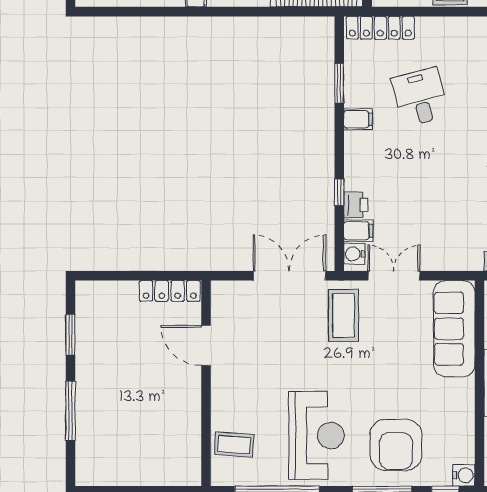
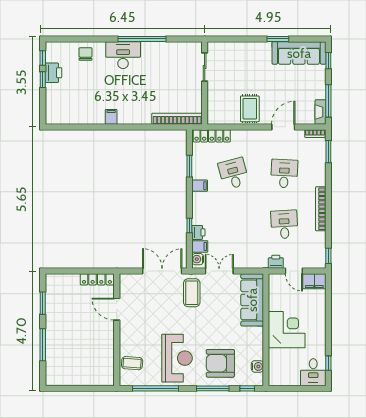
armchair: (396, 445) -> (220, 363), turned 90
water cooler: (464, 475) -> (257, 366), moved

